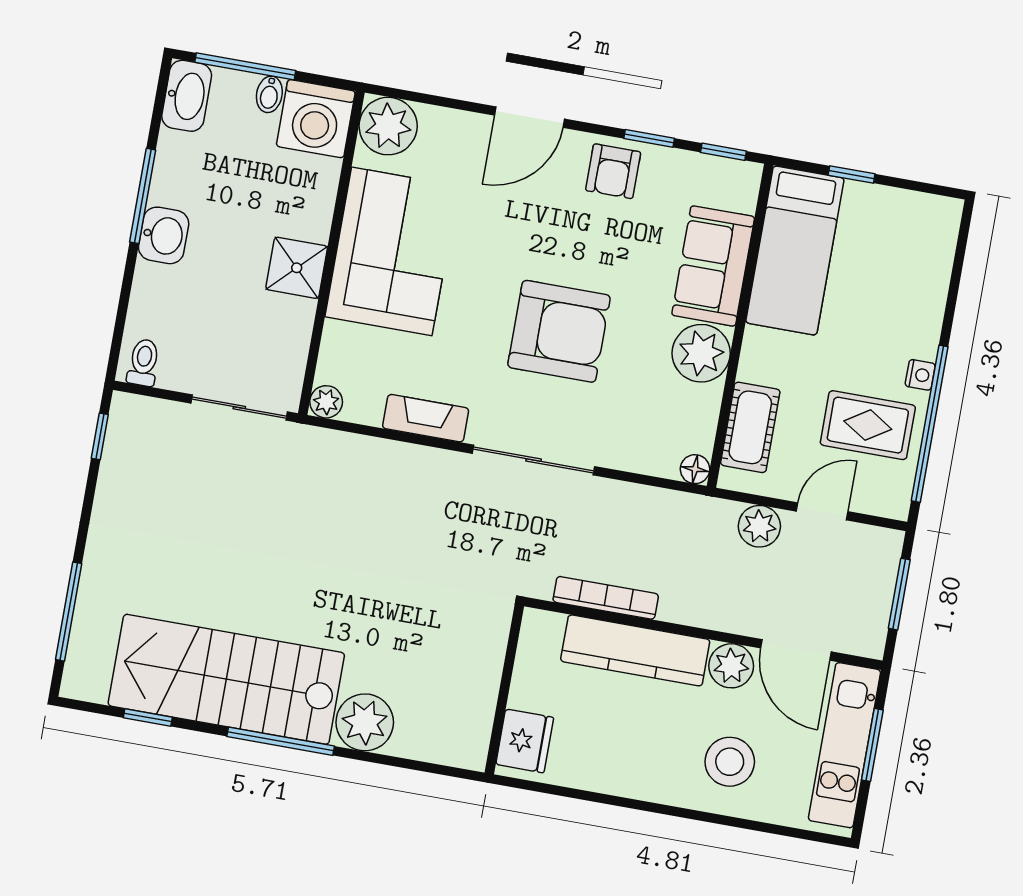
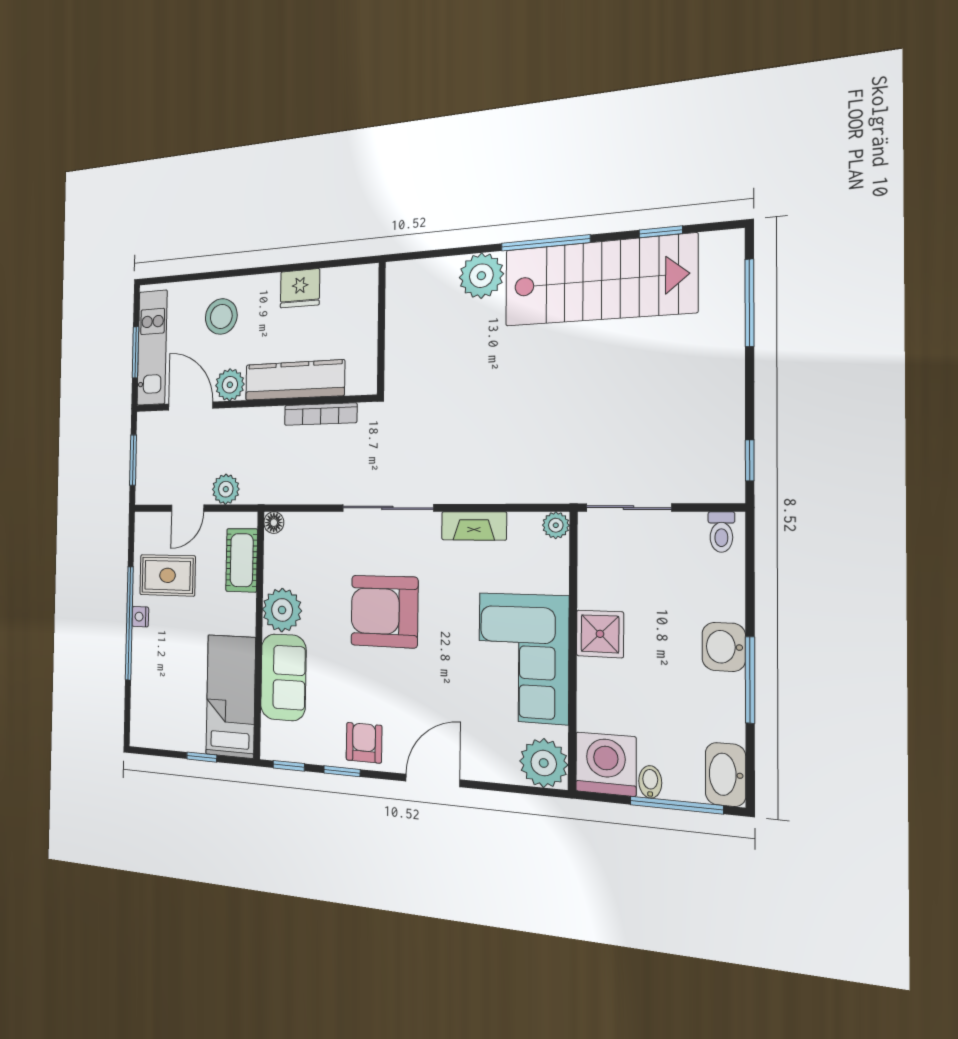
window: (930, 424) -> (129, 623), moved
fridge: (525, 741) -> (300, 288), moved, turned -90

